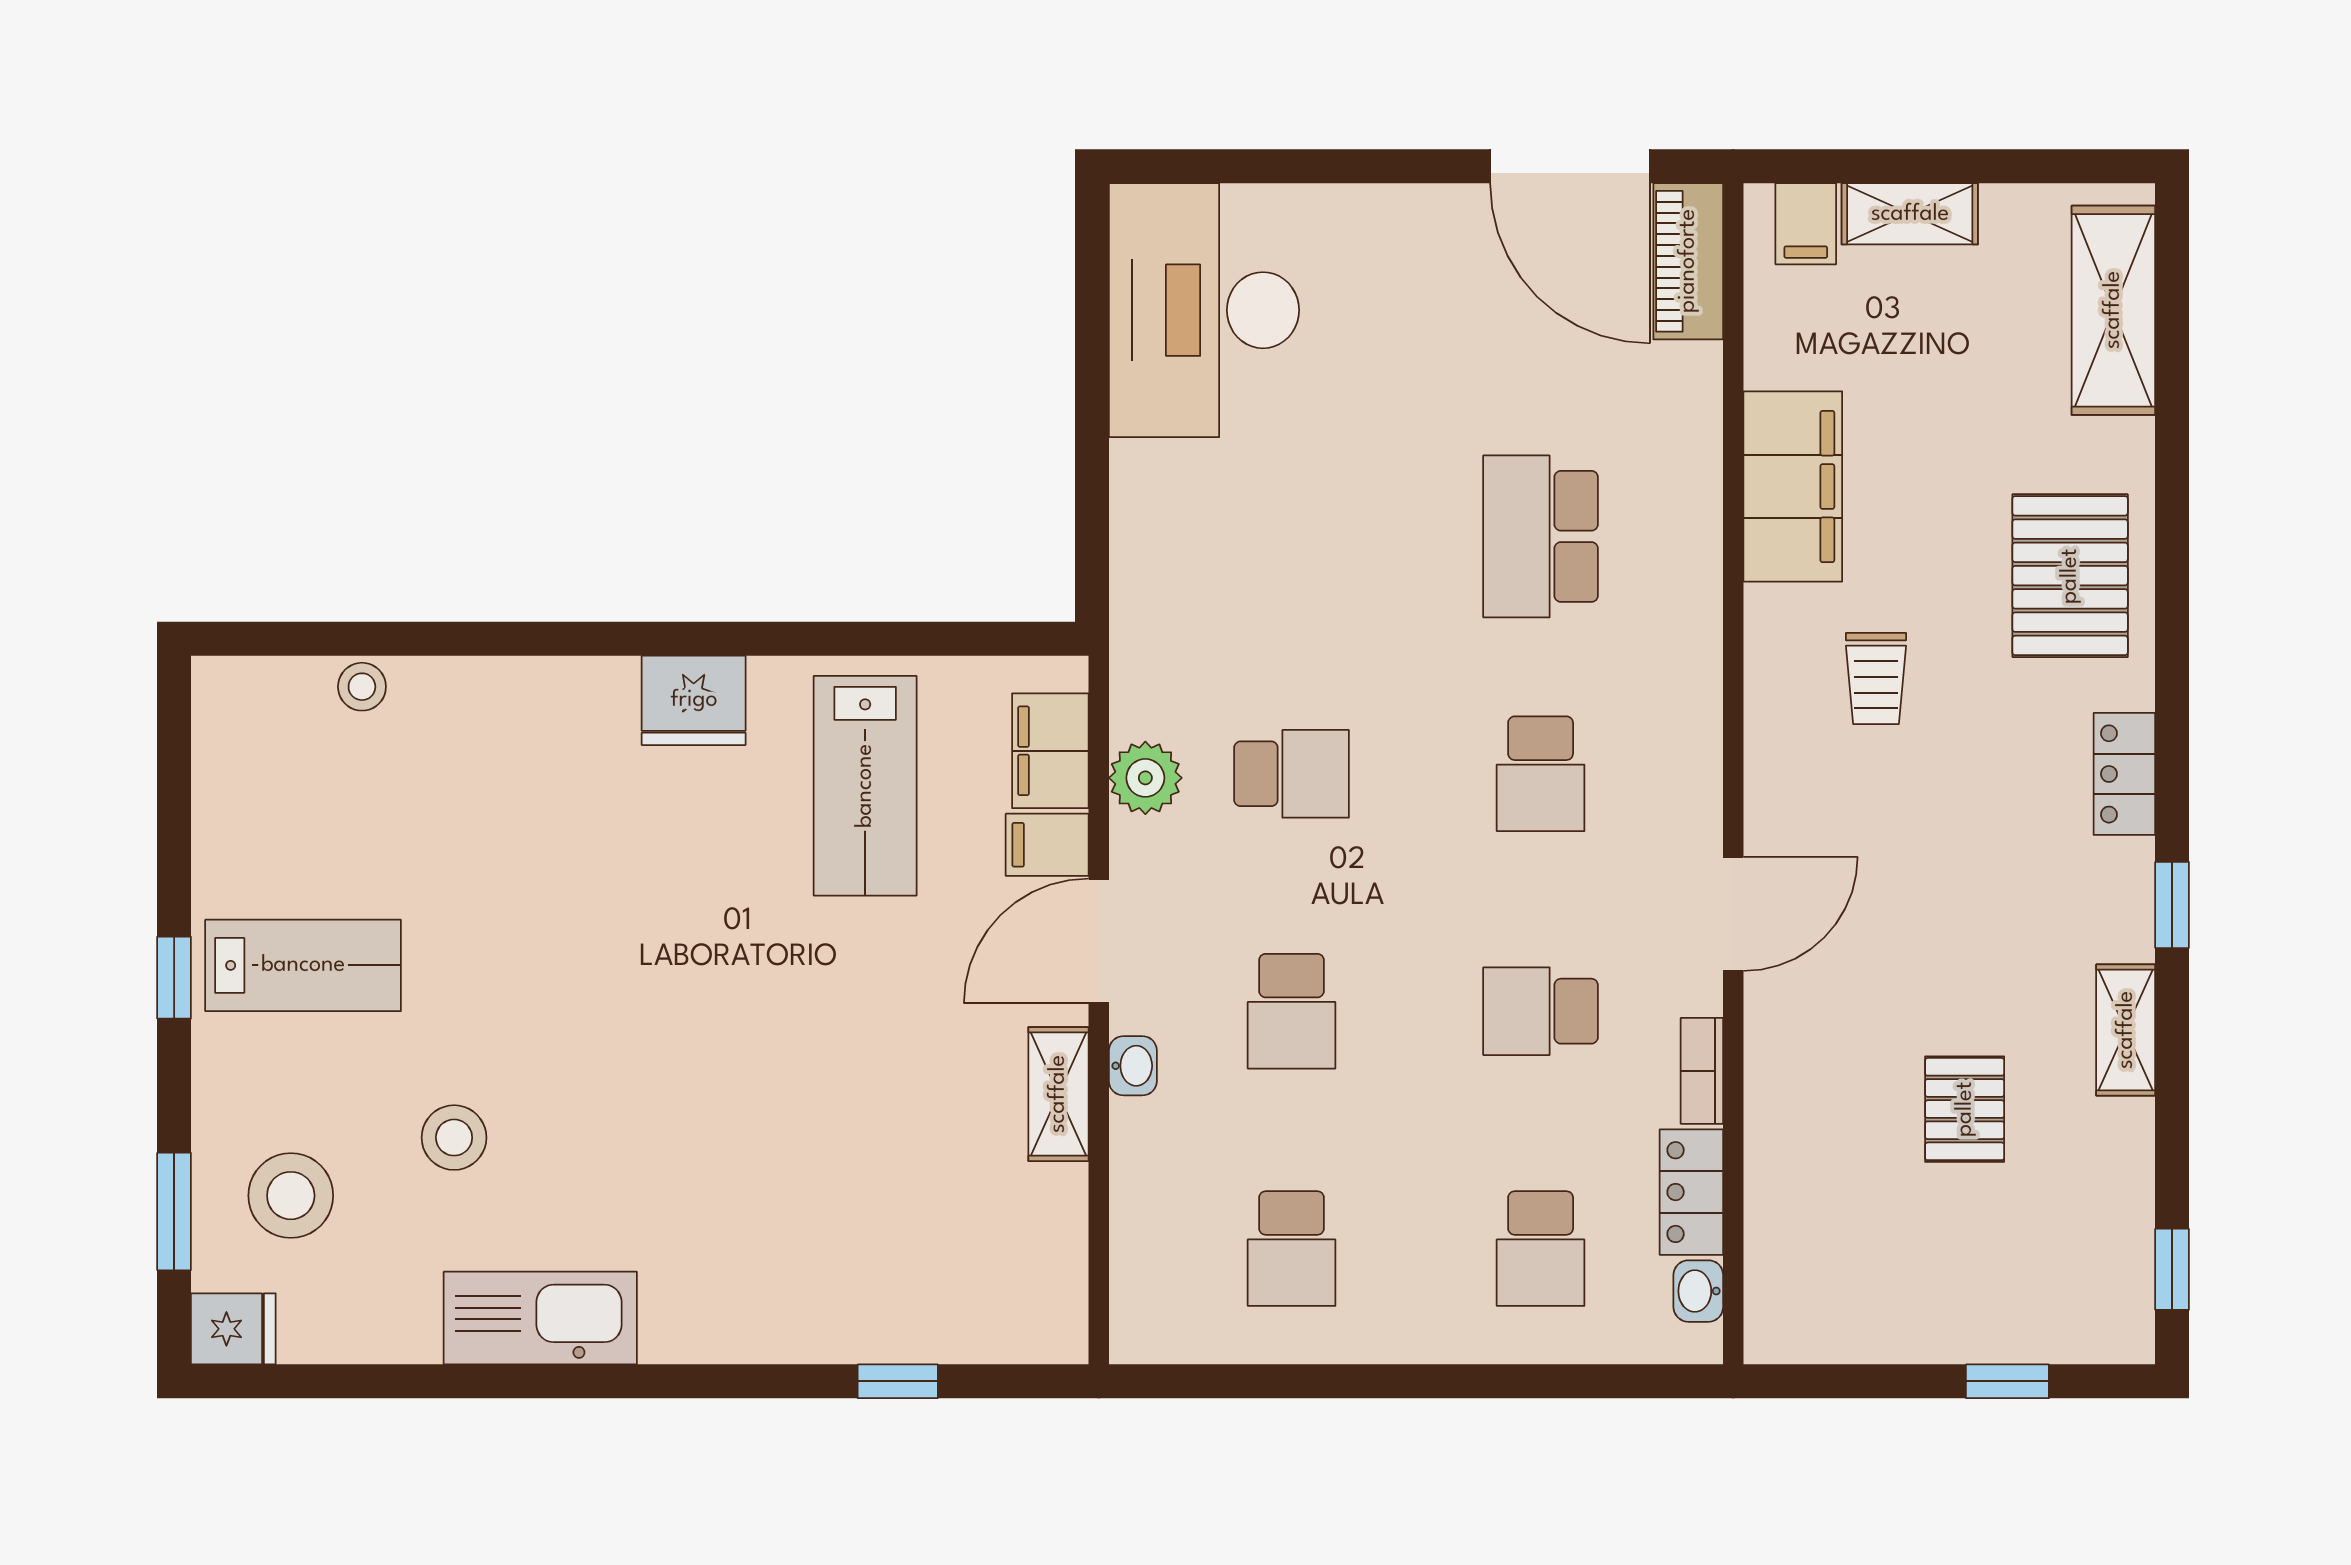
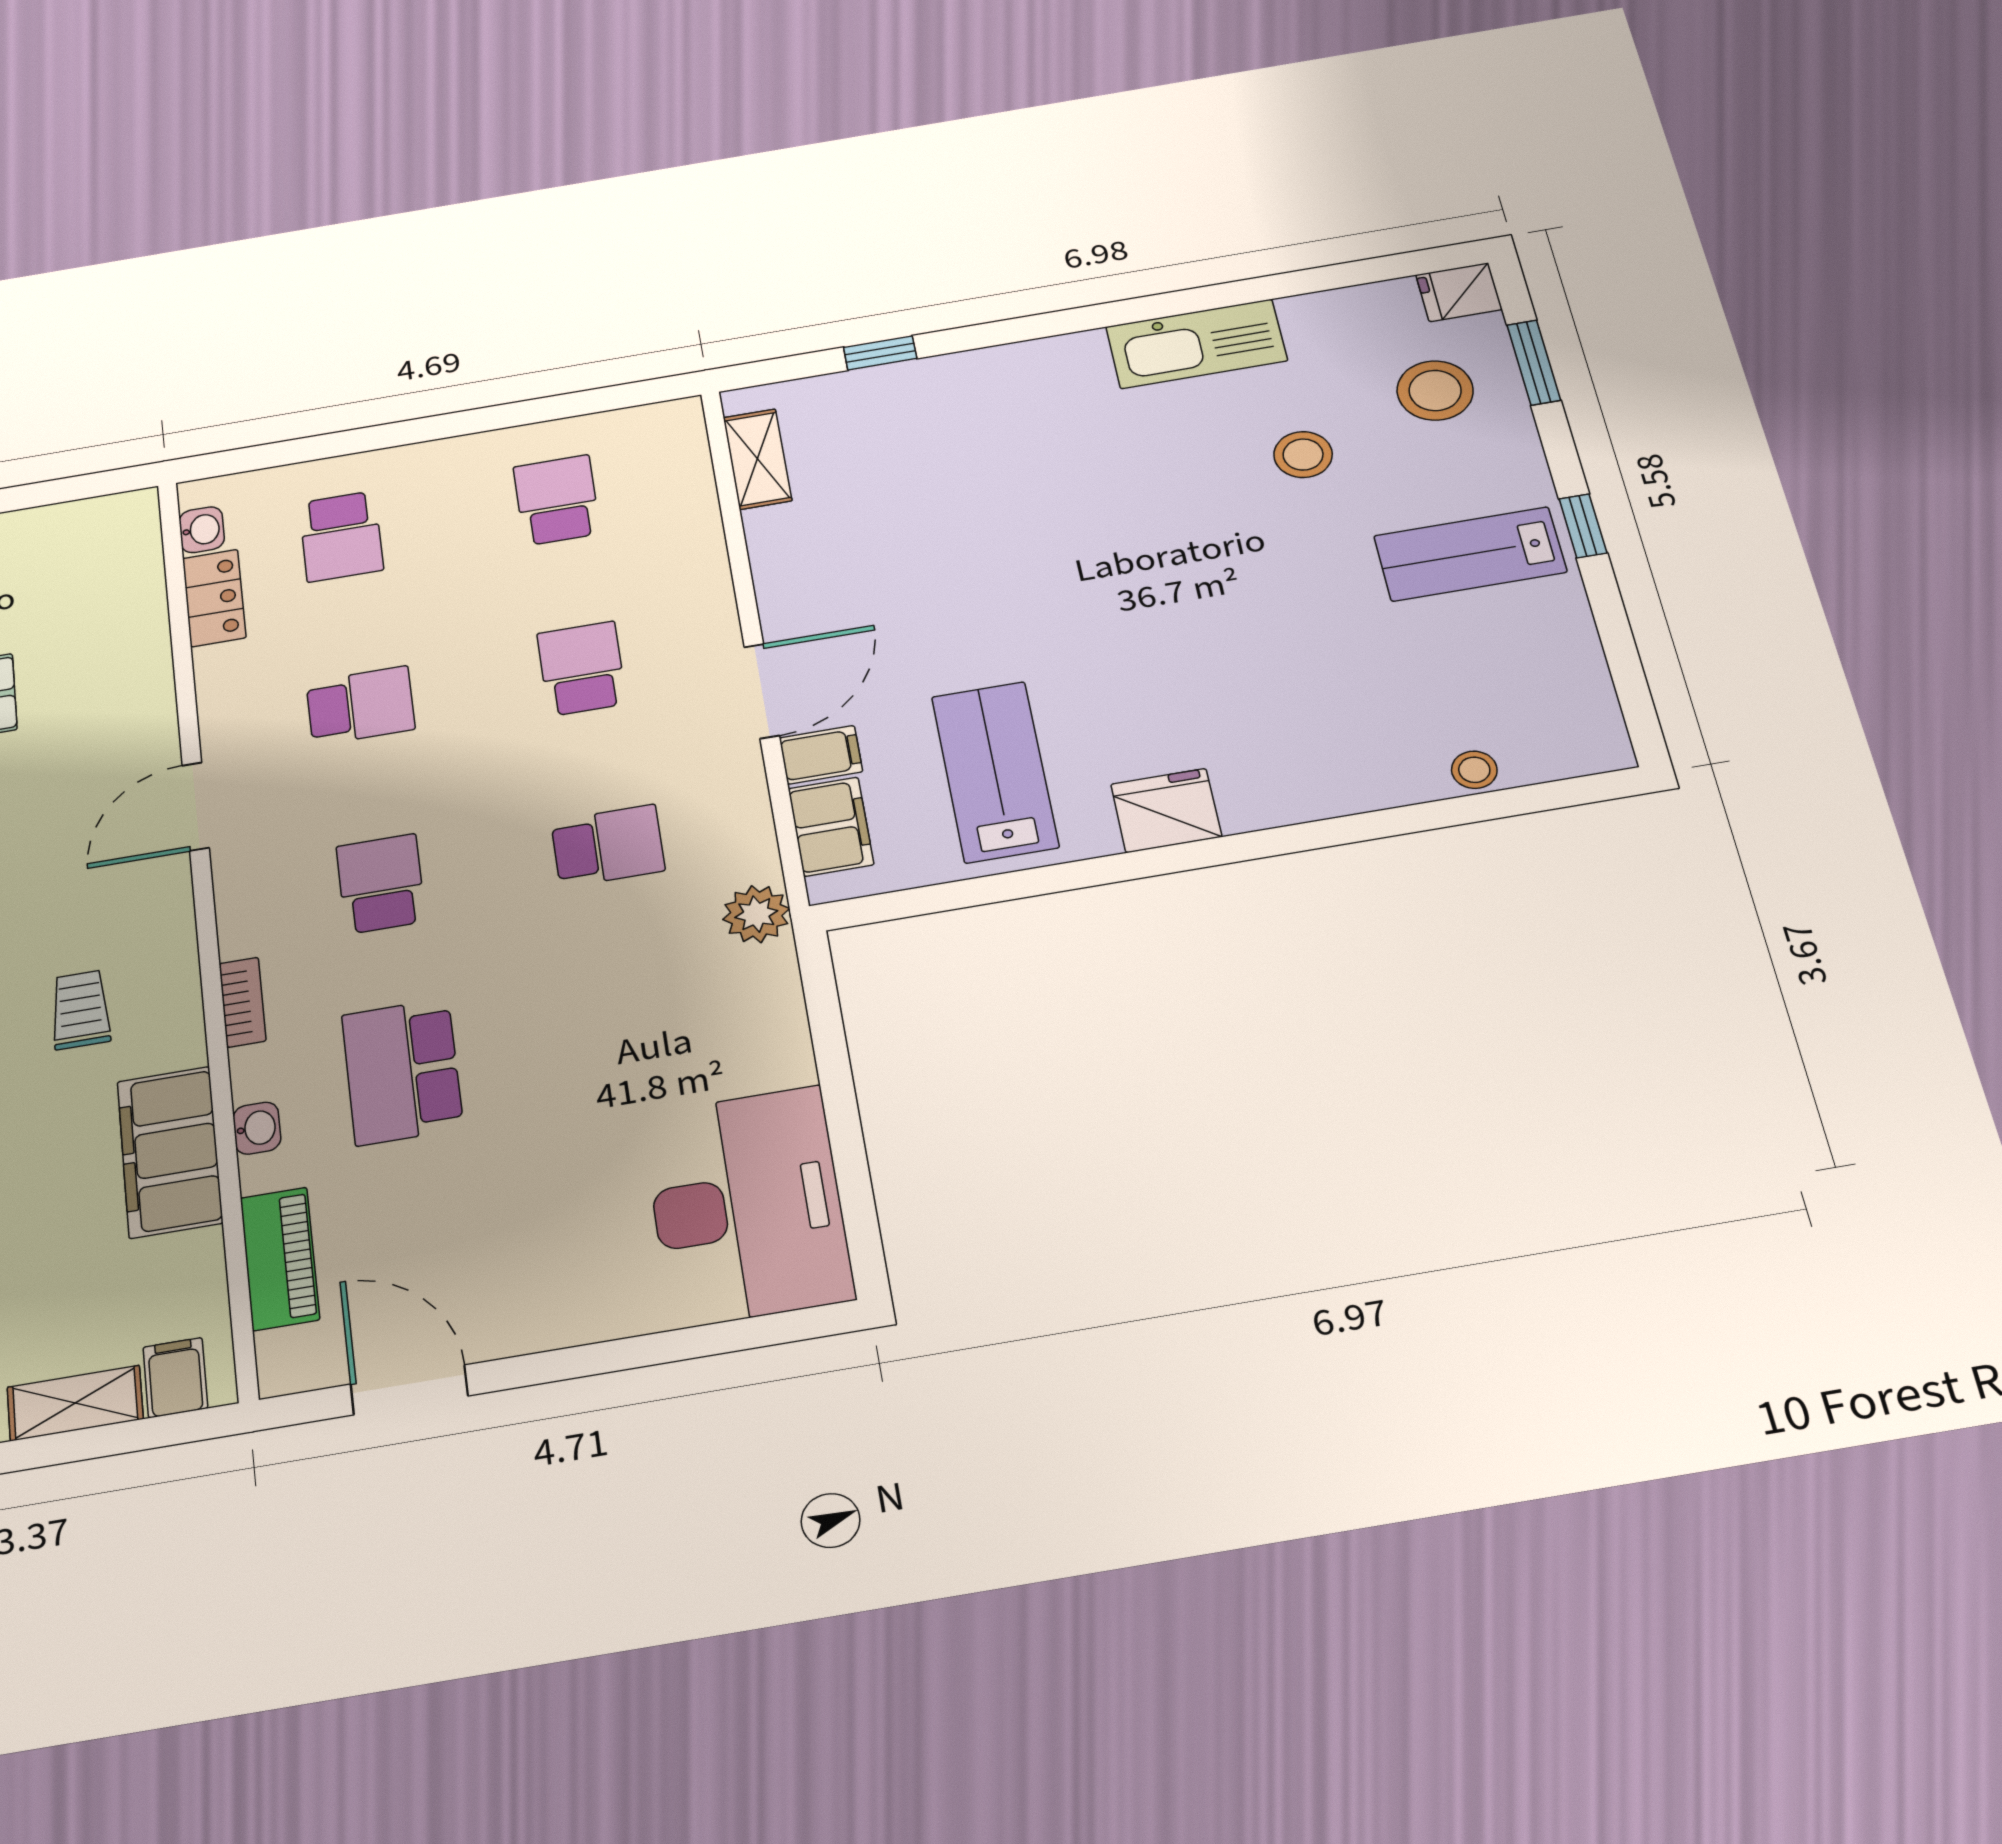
door: (1570, 166) -> (409, 1390), width x0.73
piano: (1688, 261) -> (280, 1259), moved
school desk: (1541, 536) -> (402, 1072), turned 180
school desk: (1292, 774) -> (608, 846), turned 180
plant: (1145, 778) -> (756, 914), moved
washbasin: (1133, 1066) -> (257, 1128), moved, turned 180
bookcase: (1702, 1071) -> (243, 1002), moved
shelving: (1058, 1094) -> (757, 459), moved
school desk: (1541, 1249) -> (341, 536), turned 180

